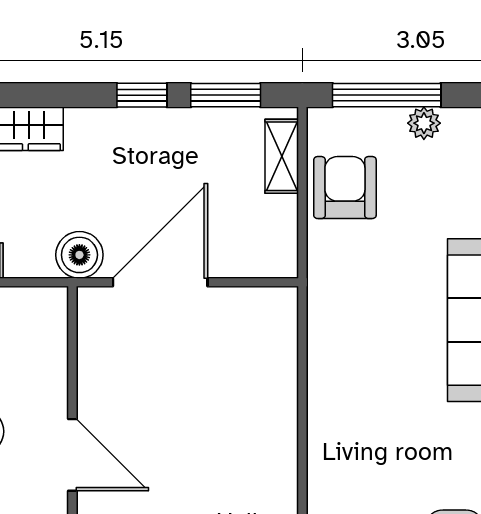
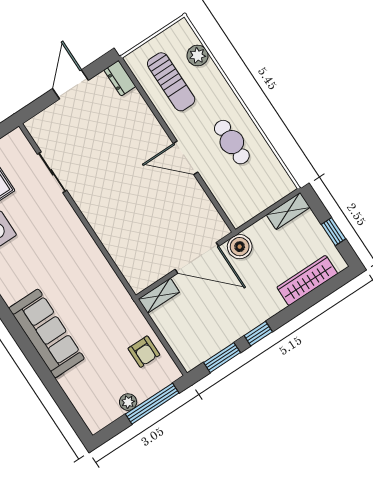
shelving: (282, 156) -> (159, 296), moved, turned 90
armchair: (345, 188) -> (144, 352), width x0.72, depth x0.72
door: (160, 282) -> (197, 258), hinge flipped

